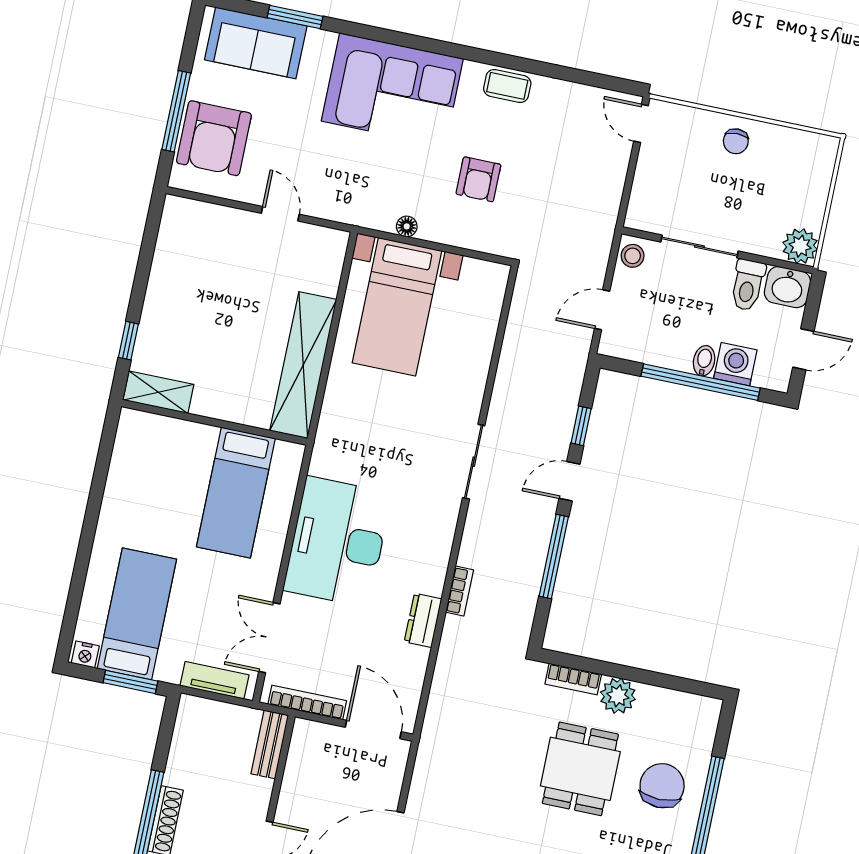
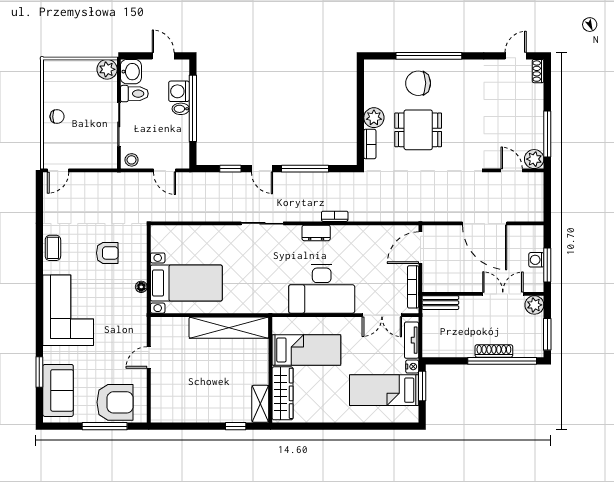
wardrobe: (169, 435) -> (282, 393), added
dresser: (423, 620) -> (316, 233), moved
nightstand: (85, 654) -> (412, 367), moved

